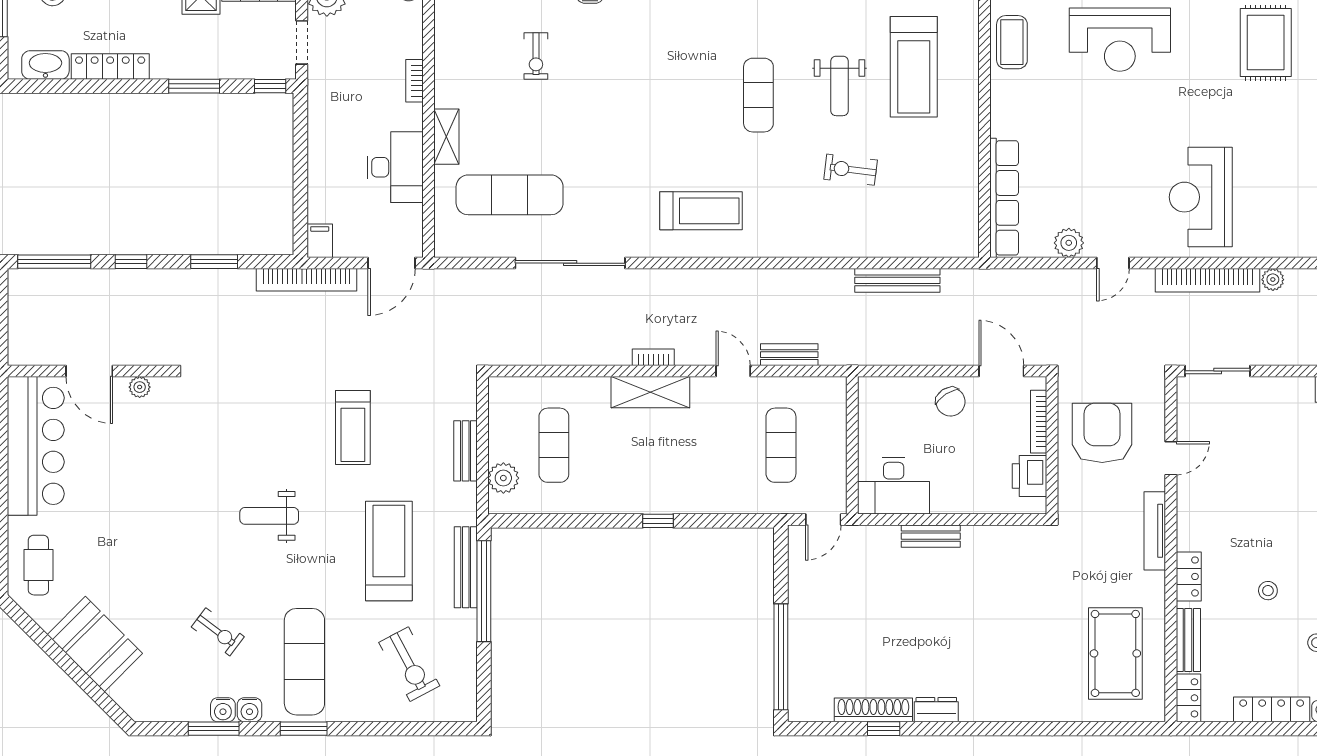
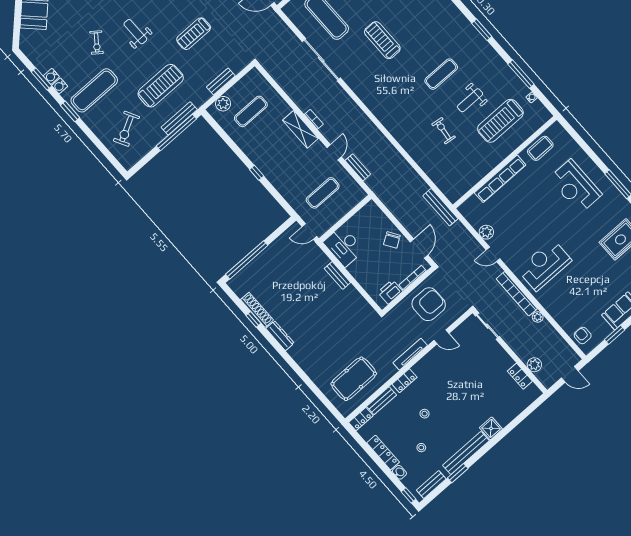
row of seats: (1004, 198) -> (500, 179), moved
treadmill: (701, 211) -> (382, 40), moved, turned 180
bench: (897, 280) -> (440, 207), moved
exercise bike: (218, 632) -> (97, 43), moved
dresser: (936, 710) -> (280, 336), width x1.44

